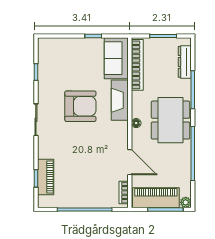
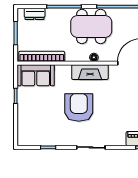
dresser: (185, 62) -> (35, 14), width x0.70
fireplace: (120, 100) -> (90, 72), moved

